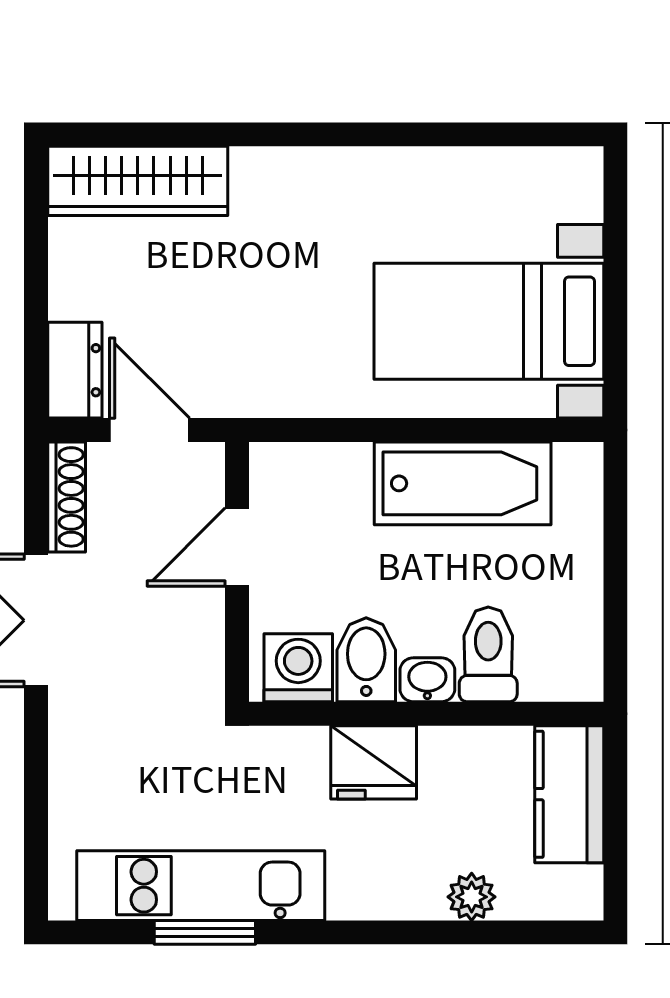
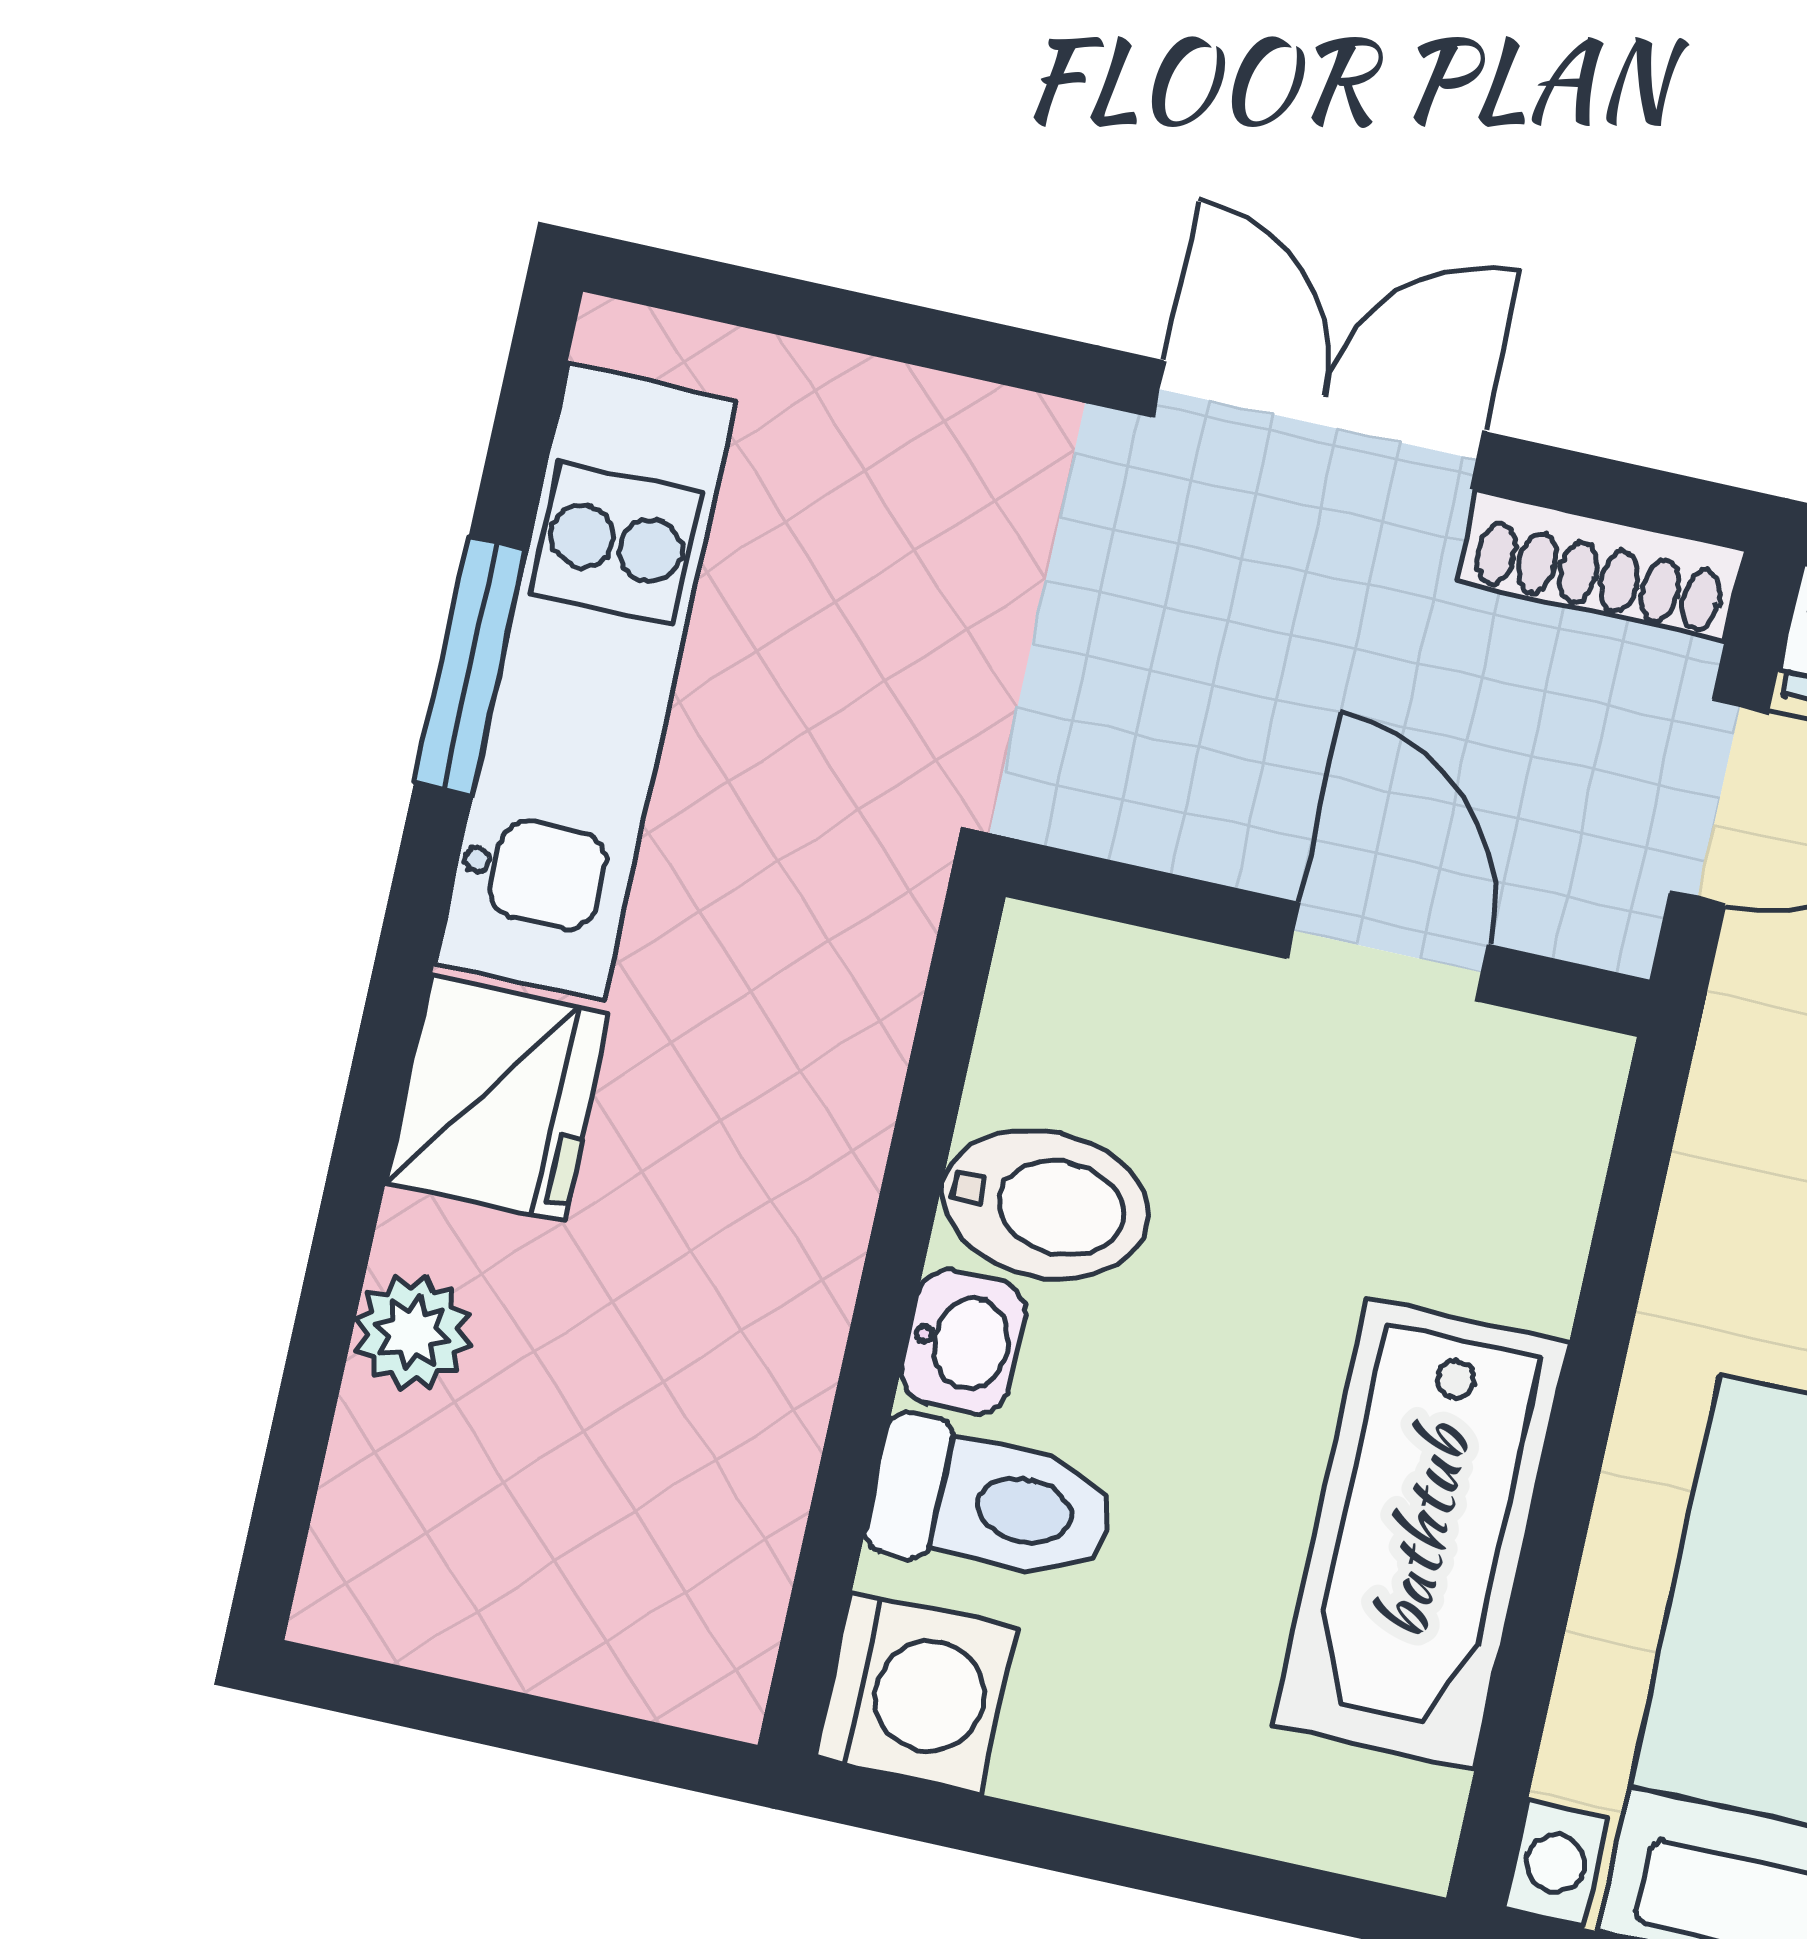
washing machine: (298, 668) -> (916, 1693), moved
fridge: (374, 762) -> (498, 1098), moved, turned 180
kitchen counter: (569, 794) -> (609, 1625), removed

